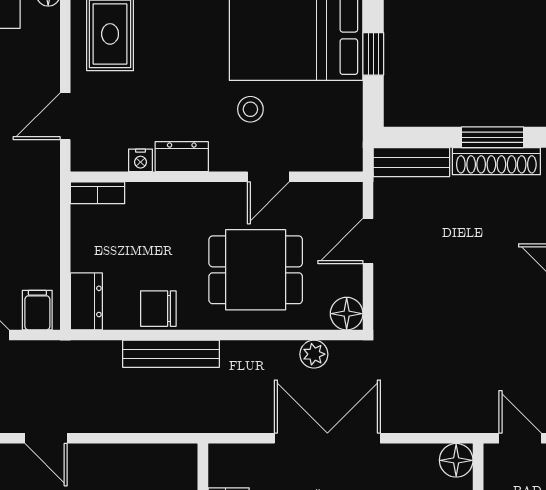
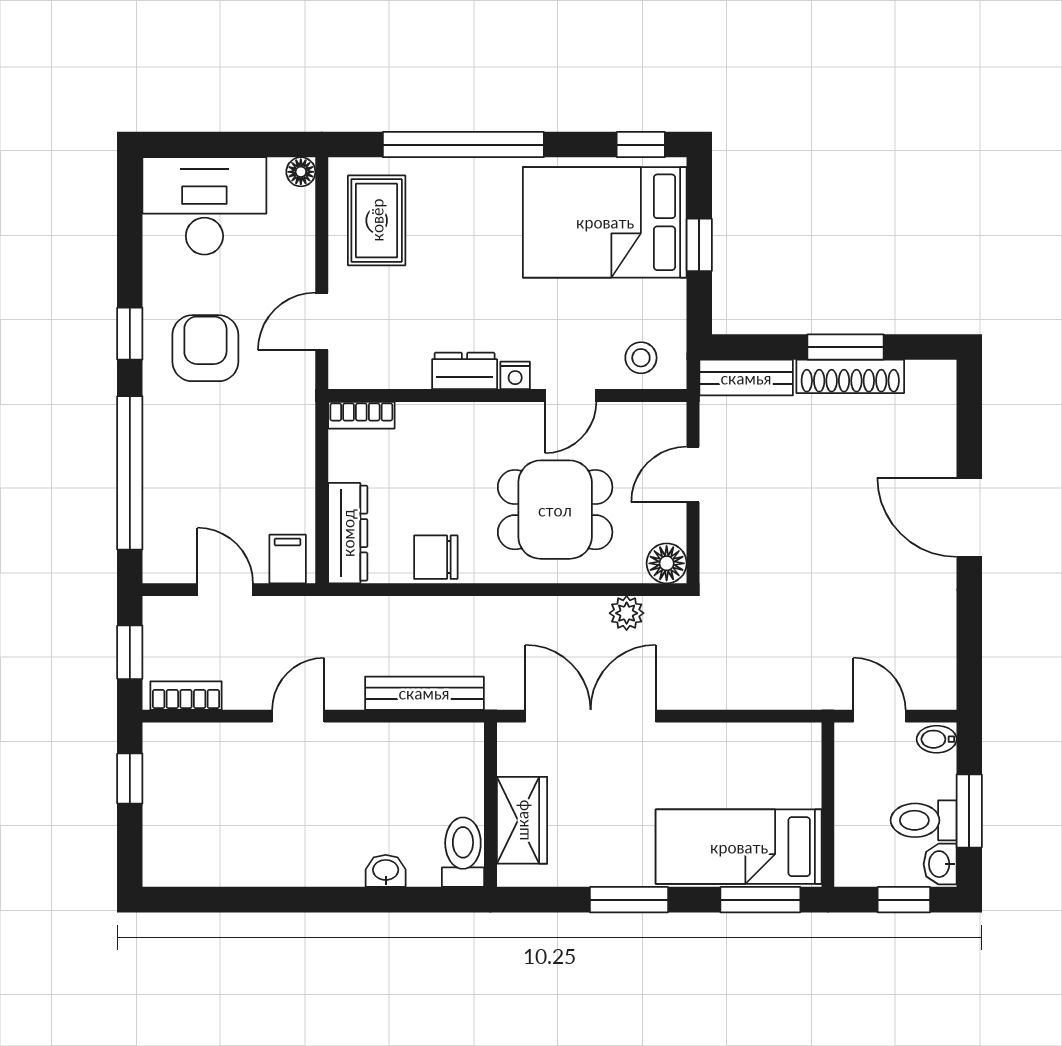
stool: (250, 109) -> (641, 358), moved
nightstand: (140, 160) -> (515, 375), moved
dresser: (86, 301) -> (348, 533), width x1.44
bench: (171, 354) -> (424, 693), moved
door: (46, 438) -> (298, 716), swing flipped
double door: (327, 438) -> (591, 716), moved
floor lamp: (456, 460) -> (801, 743), removed

